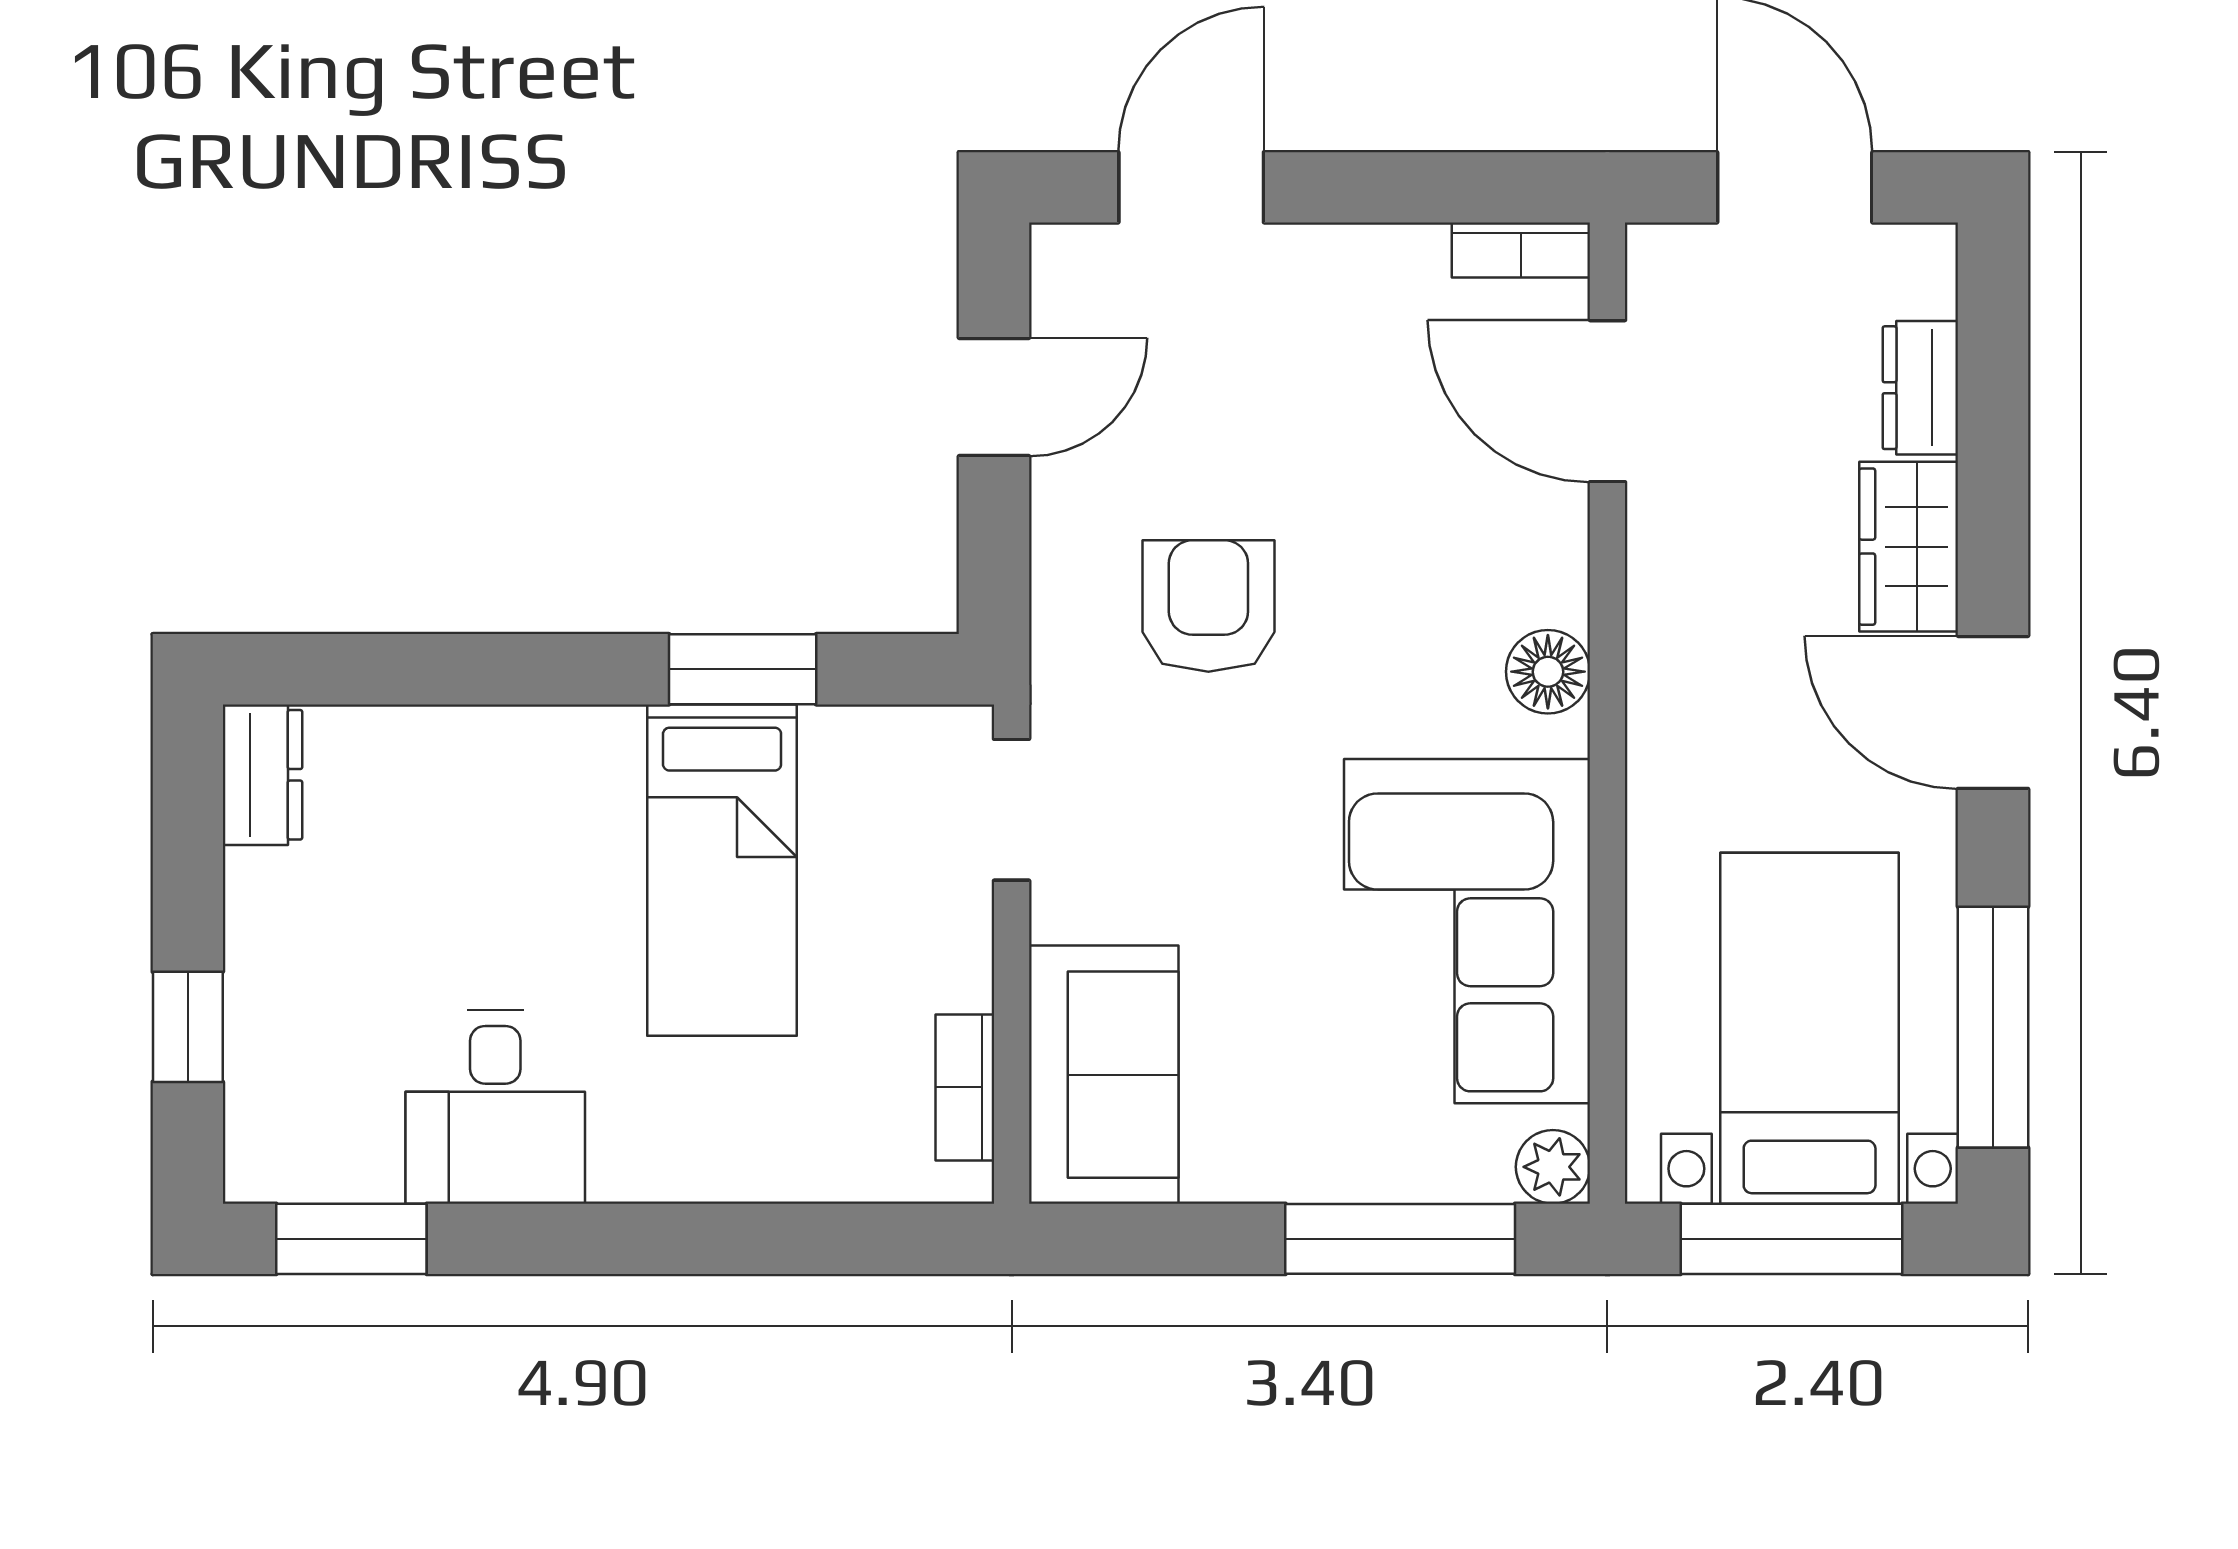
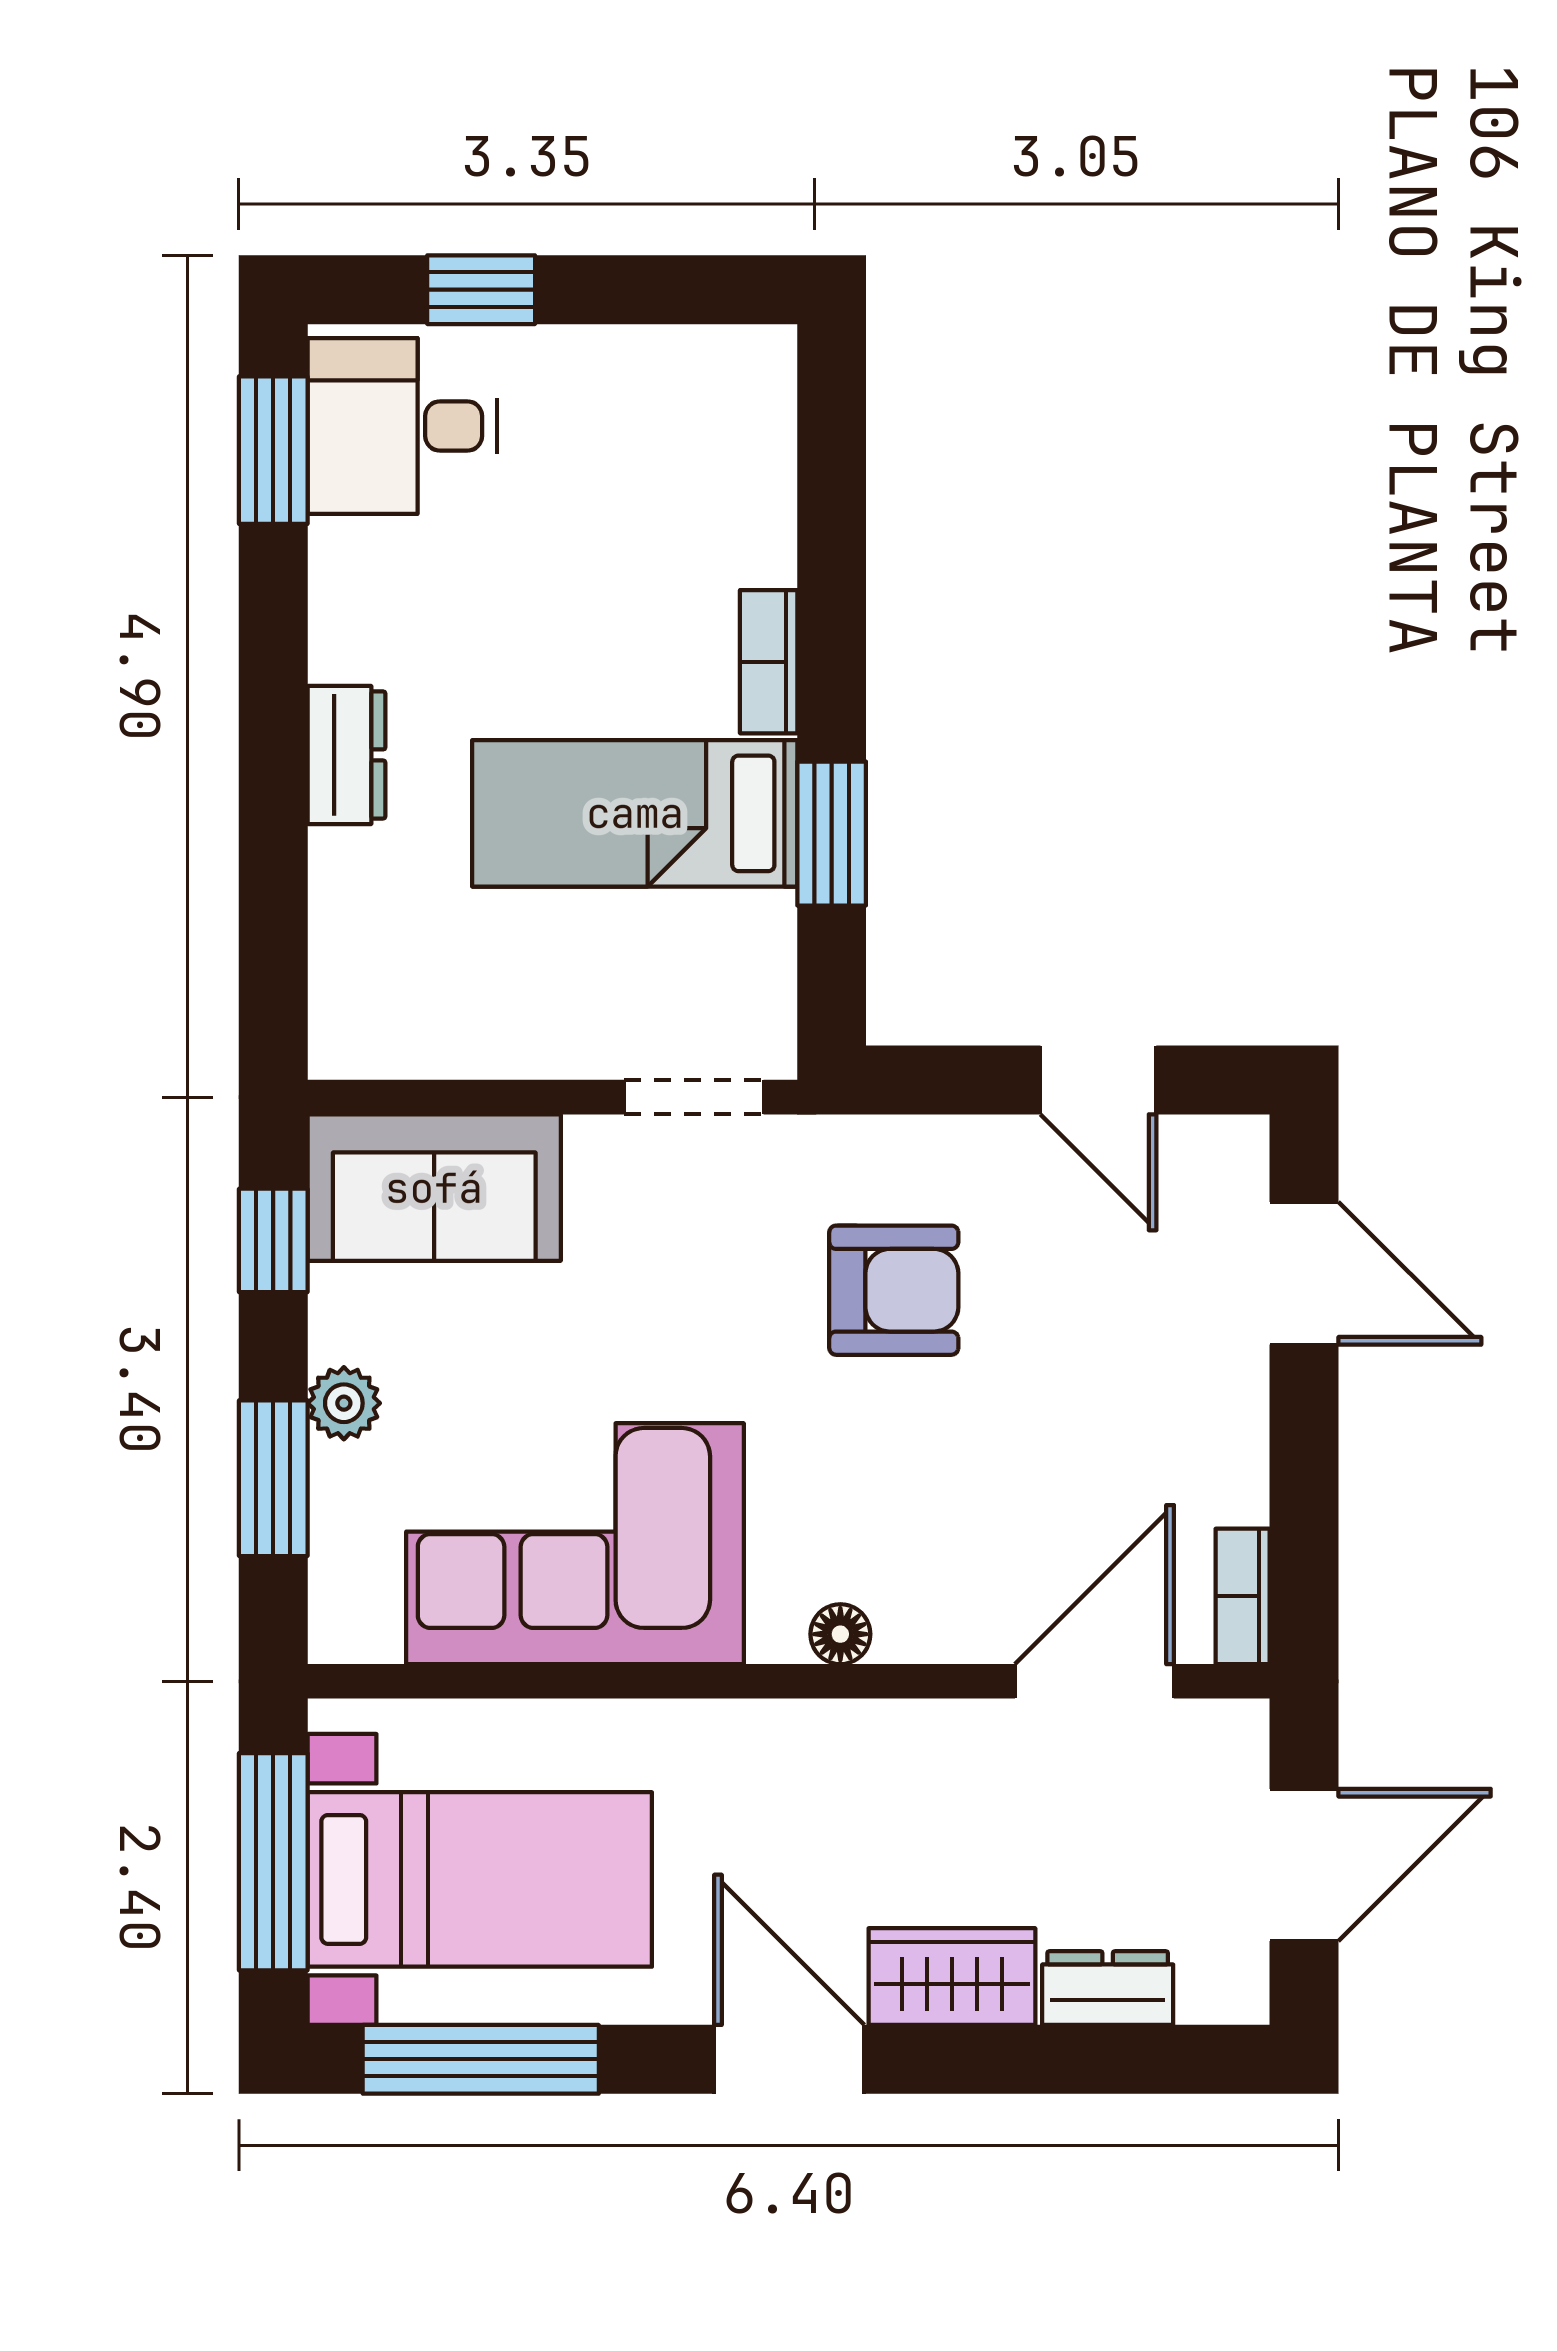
floor lamp: (1548, 672) -> (840, 1634), width x0.73, depth x0.73
door: (1993, 712) -> (789, 2059), hinge flipped
dresser: (263, 775) -> (346, 755), moved, turned -90
bookcase: (965, 1087) -> (769, 662), moved, turned -90
desk: (495, 1107) -> (402, 426), moved
plant: (1553, 1167) -> (344, 1403), moved
window: (1158, 1239) -> (273, 1240), added
window: (1400, 1239) -> (273, 1478), width x0.69

